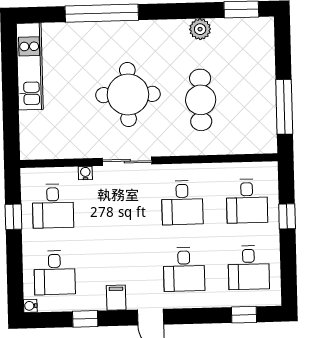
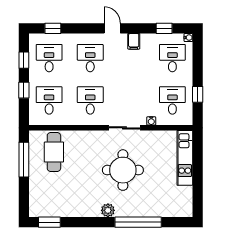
plant: (200, 29) -> (108, 210), moved
kitchen unit: (30, 66) -> (185, 158), moved
cafe table: (201, 100) -> (54, 152), moved
window: (288, 264) -> (24, 60), added
window: (85, 319) -> (164, 28), moved

